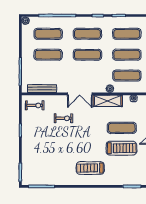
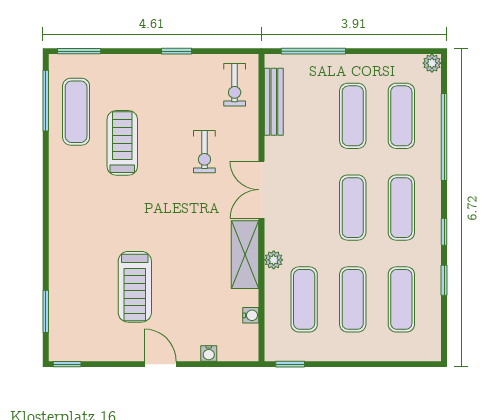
exercise mat: (122, 128) -> (76, 112), moved
treadmill: (90, 168) -> (122, 143), moved

